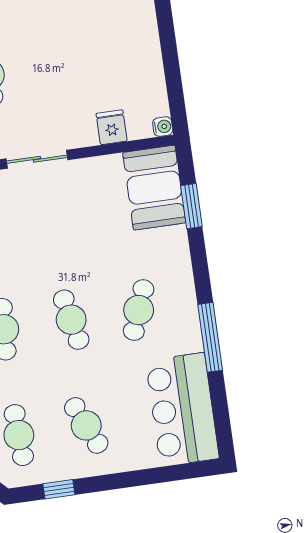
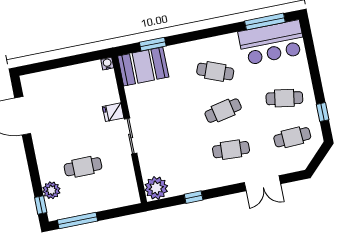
fridge: (112, 127) -> (113, 112), moved
window: (210, 337) -> (265, 22), moved
cafe table: (86, 425) -> (284, 98), turned 33

